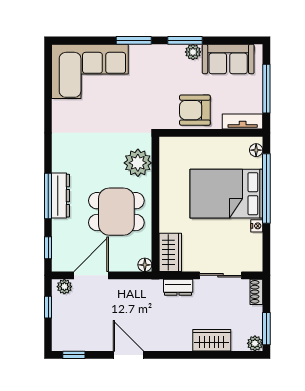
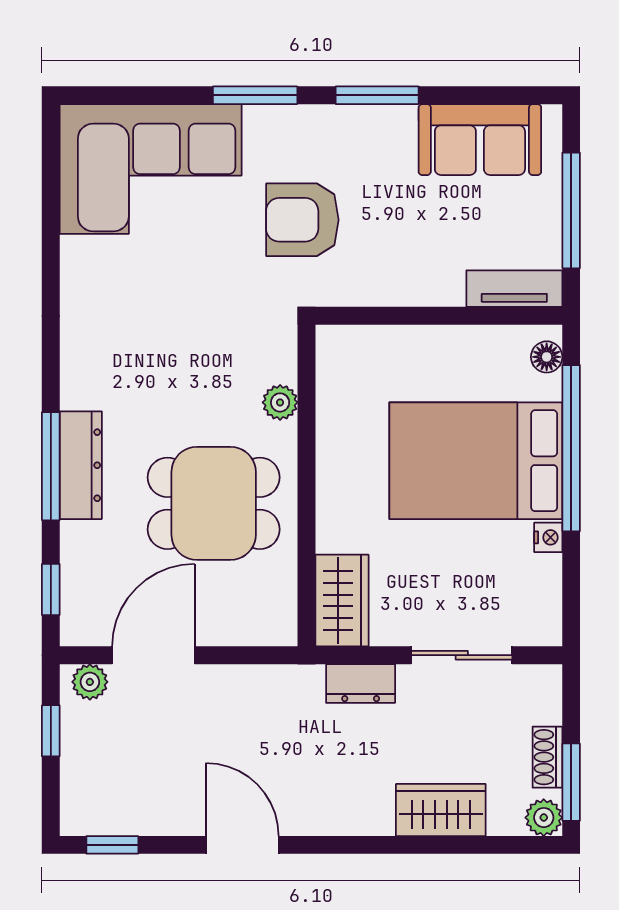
plant: (193, 52) -> (396, 123), removed
armchair: (195, 110) -> (302, 220), moved
plant: (138, 163) -> (280, 402), width x0.53, depth x0.53
floor lamp: (145, 265) -> (281, 630), removed
shoe rack: (256, 292) -> (547, 757), moved

